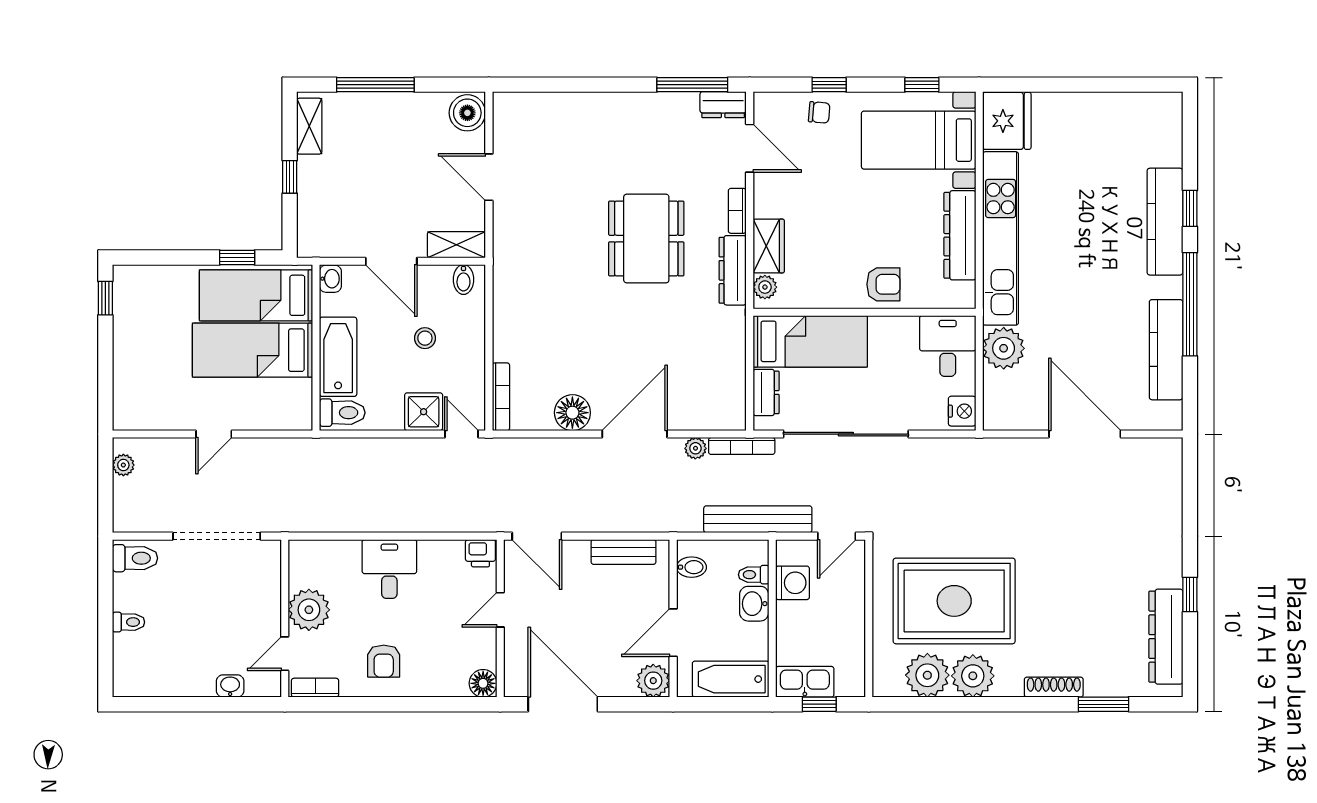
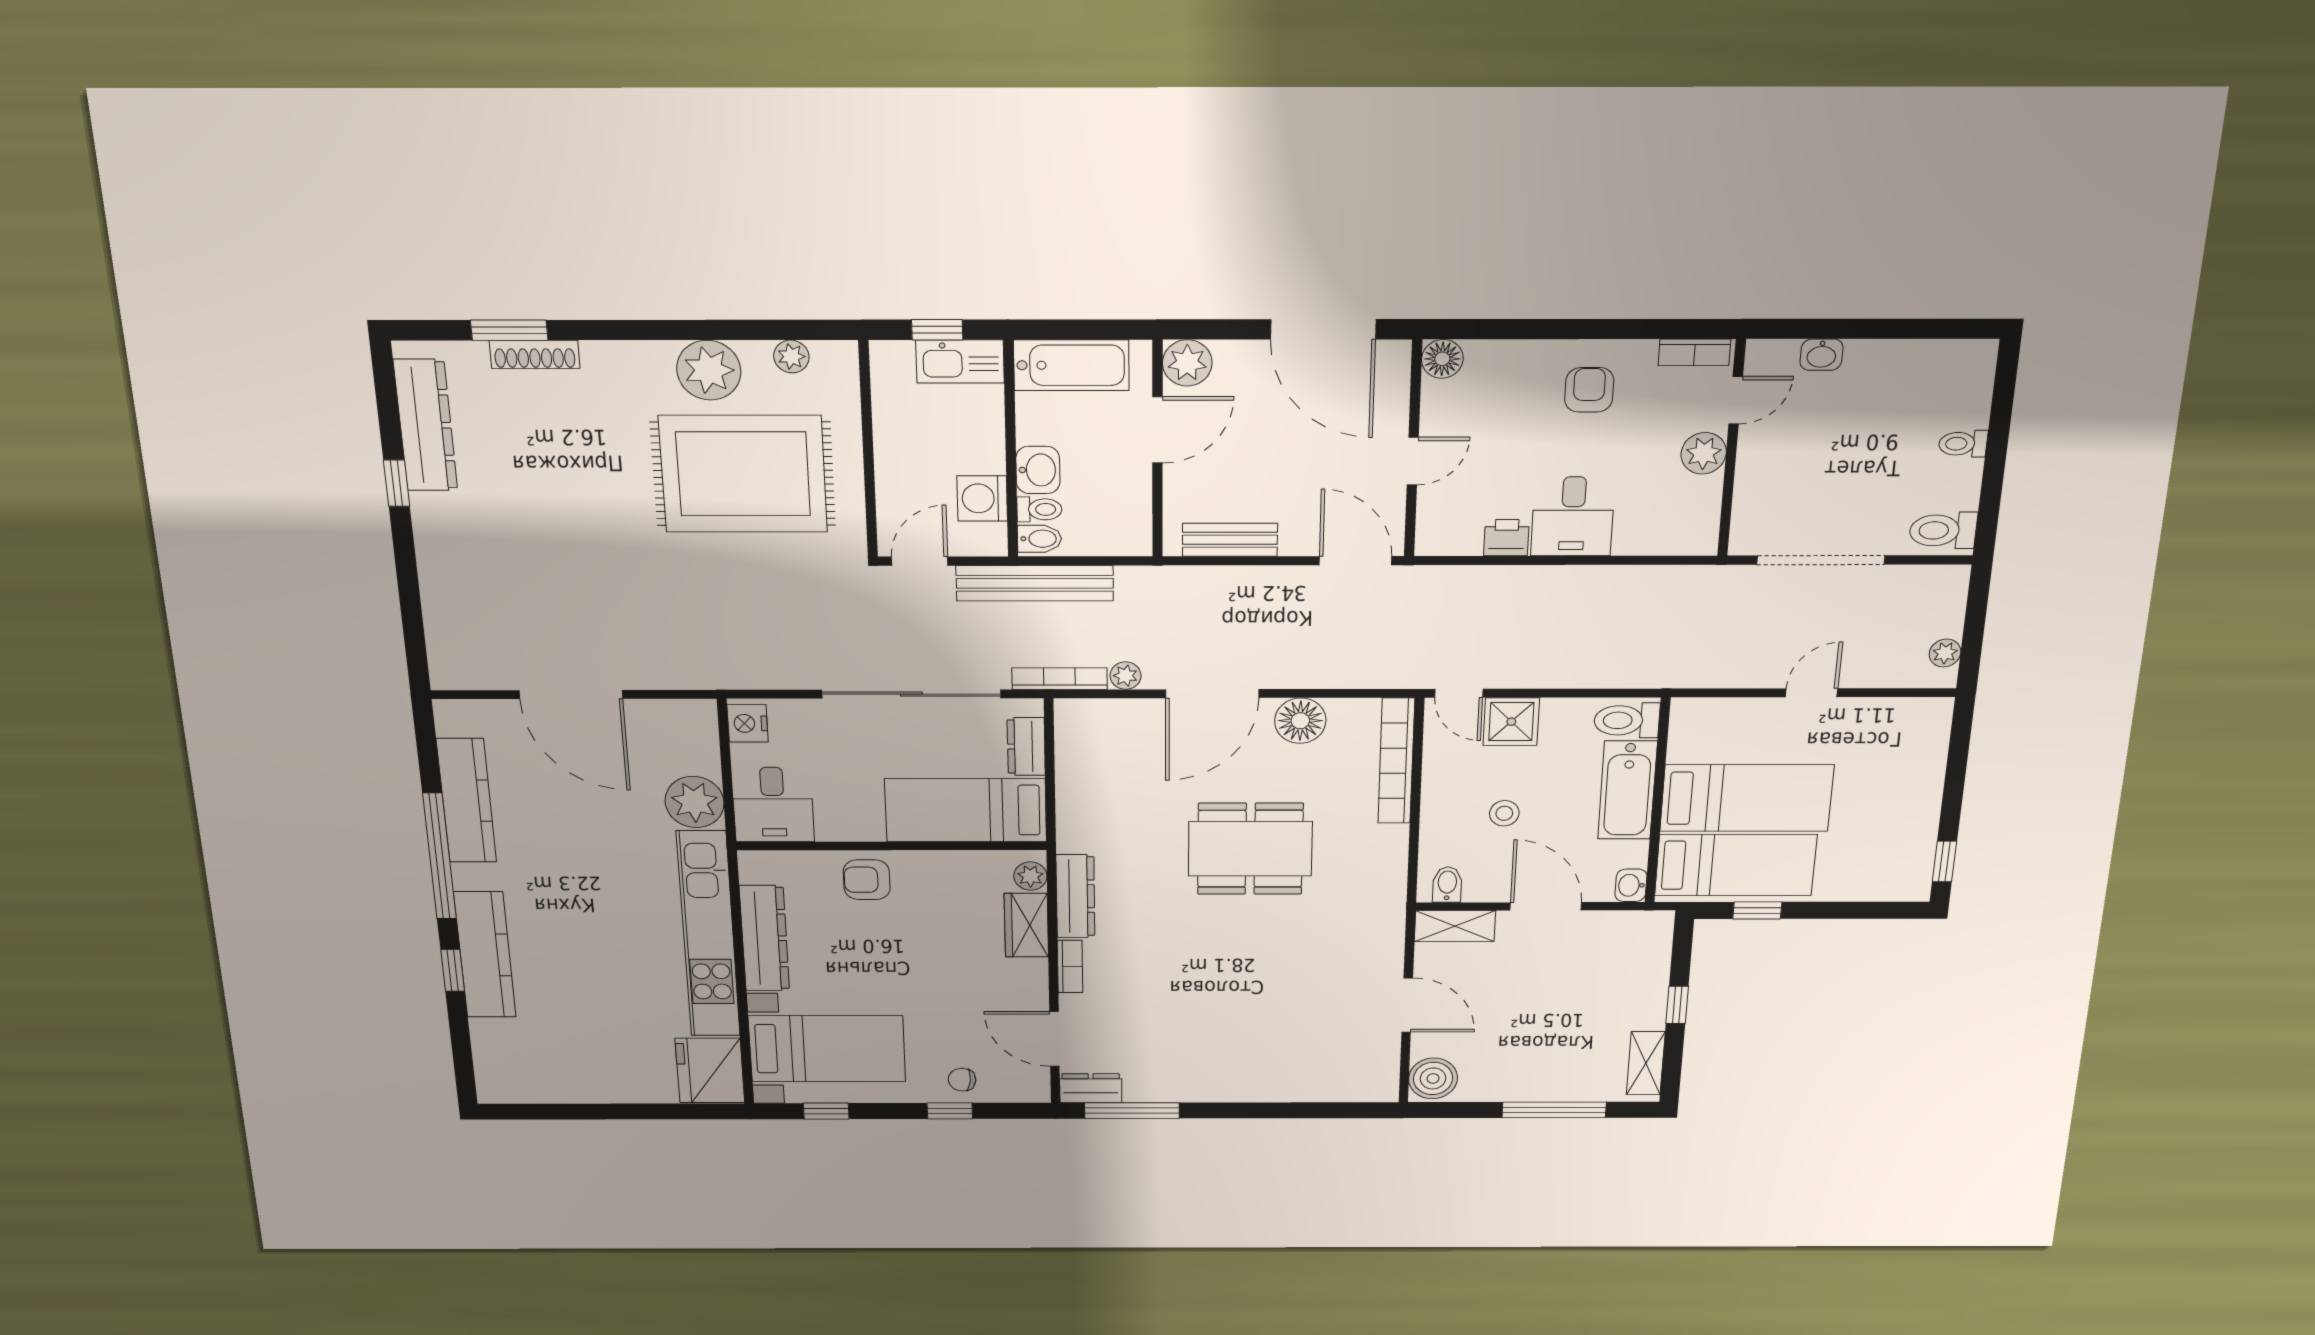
dining table: (646, 239) -> (1250, 849), moved, turned 90
bookcase: (501, 397) -> (1396, 761), width x1.48, depth x1.31
printer: (480, 553) -> (1506, 538), moved
bidet: (691, 567) -> (1040, 539), moved, turned 180
plant: (309, 610) -> (1704, 453), width x0.73, depth x0.73
plant: (927, 675) -> (791, 357), width x0.53, depth x0.53
shoe rack: (1054, 687) -> (535, 354), moved

